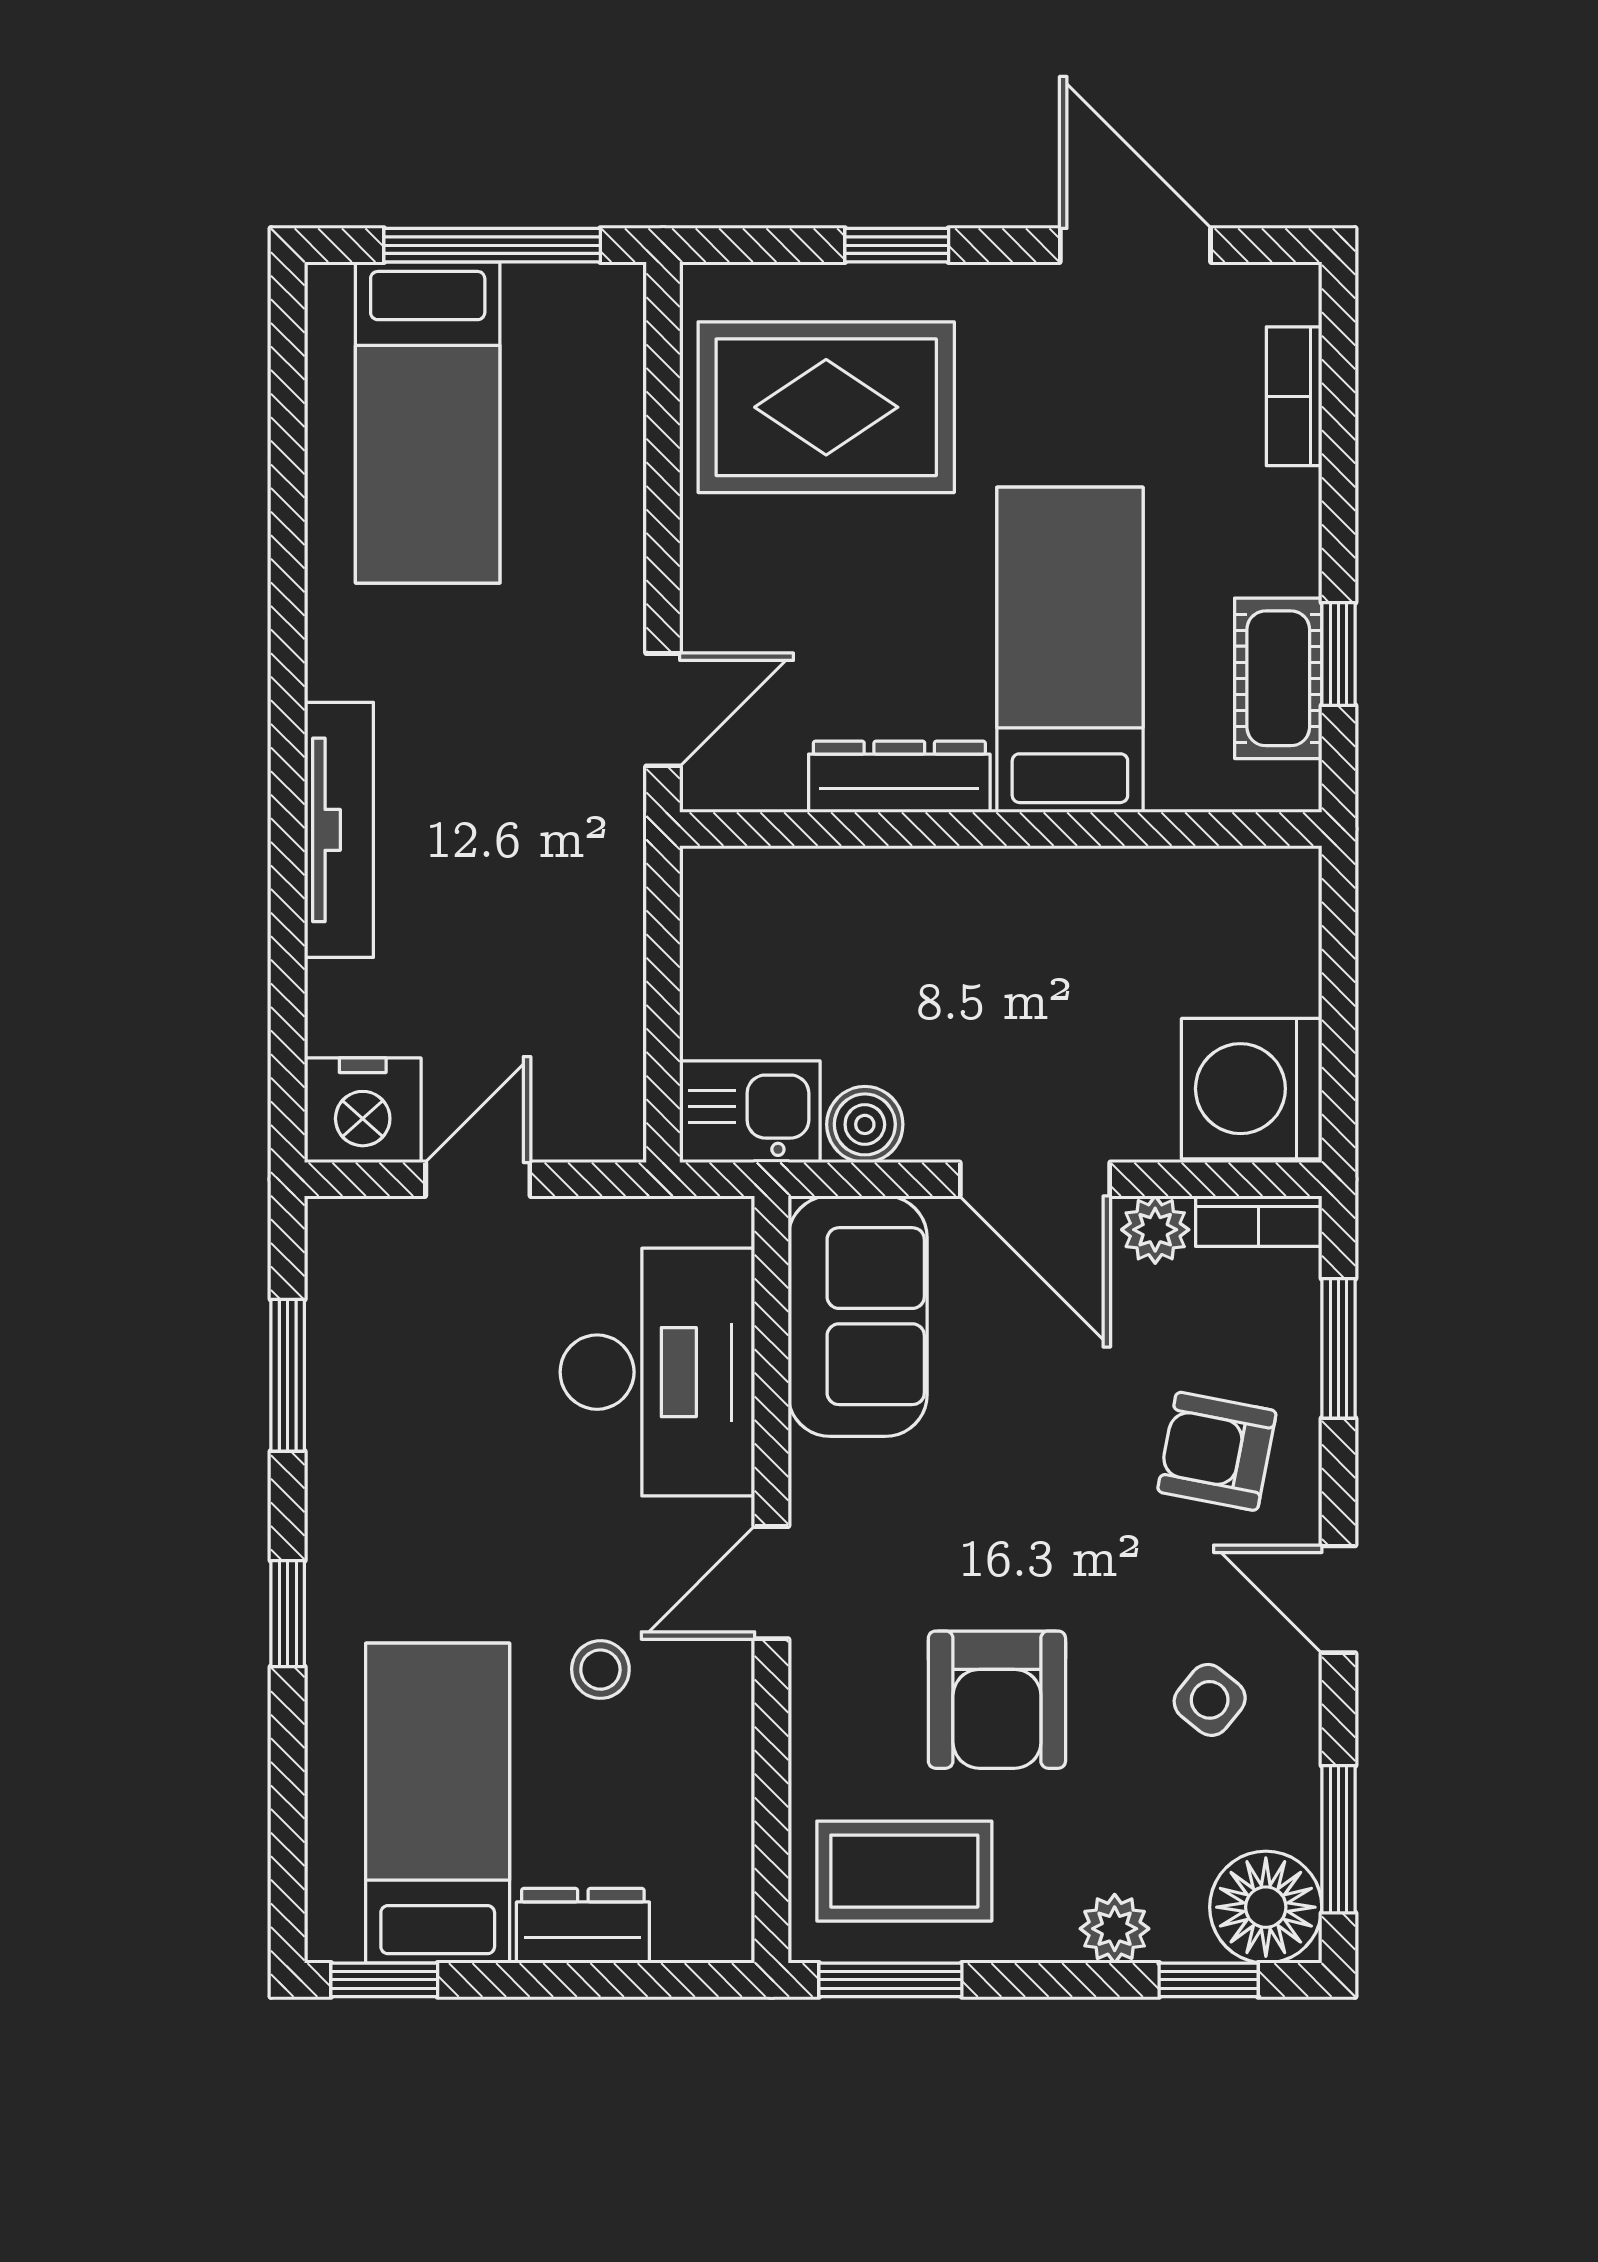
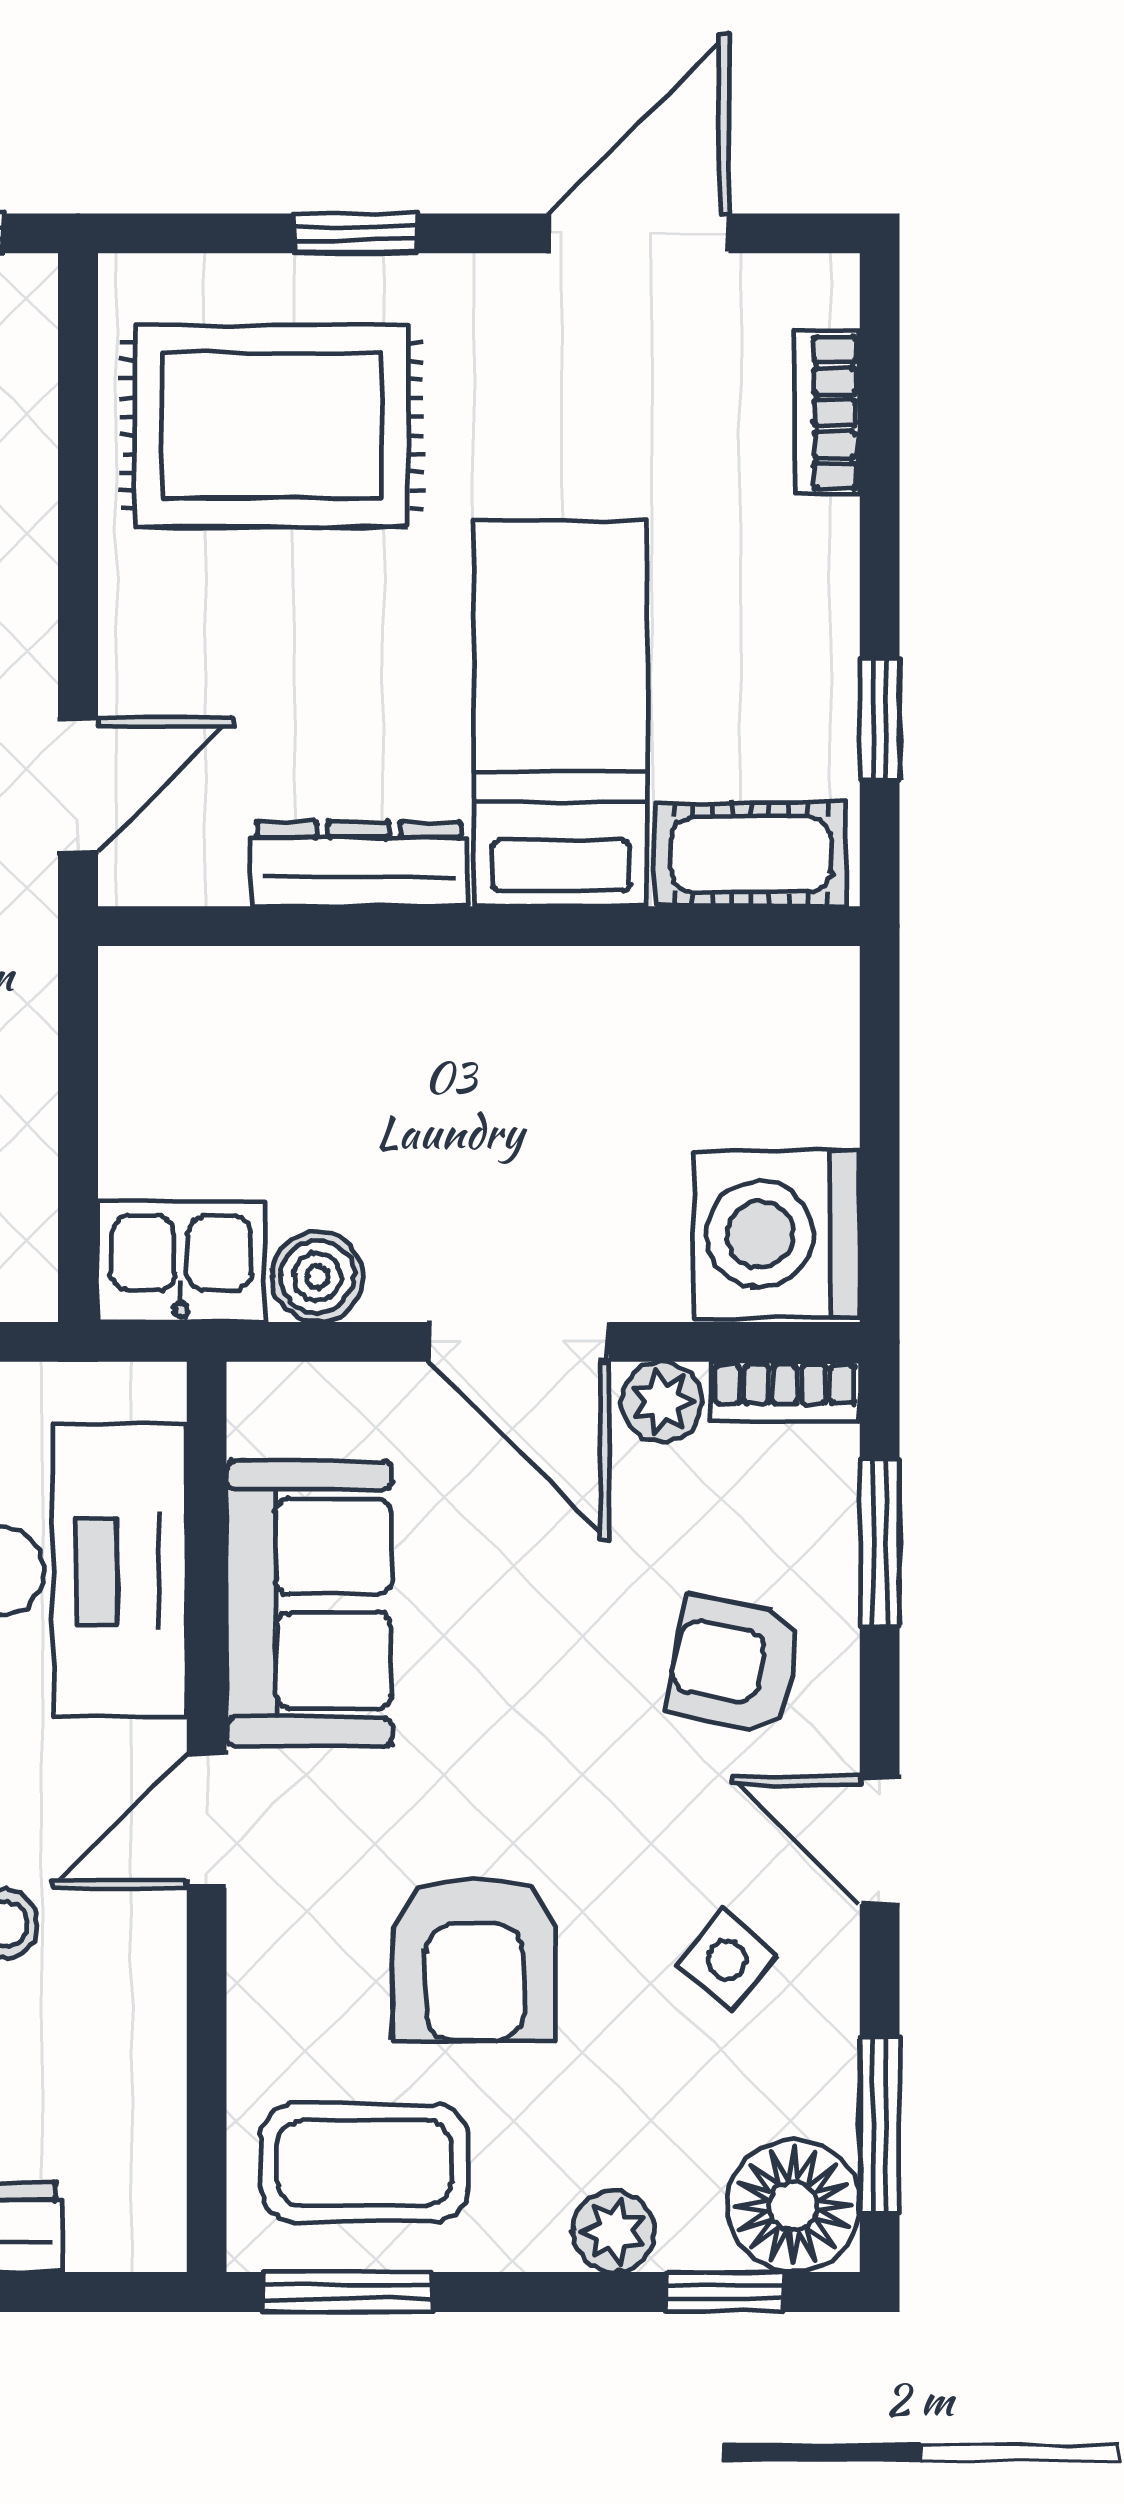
door: (1135, 245) -> (639, 233), hinge flipped
cot: (1278, 678) -> (751, 855), moved, turned 90
sofa: (858, 1316) -> (309, 1603), moved

